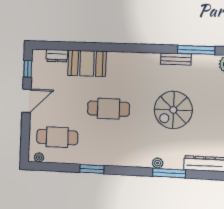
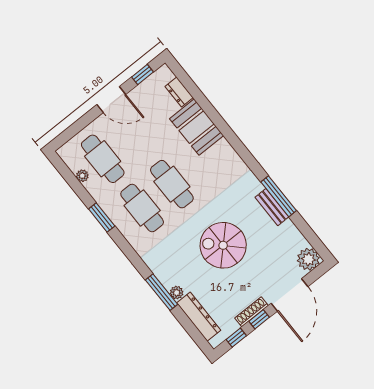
window: (196, 50) -> (279, 196), moved
cafe table: (107, 139) -> (142, 208), added
plant: (39, 157) -> (82, 176), moved
plant: (158, 163) -> (177, 293), moved

